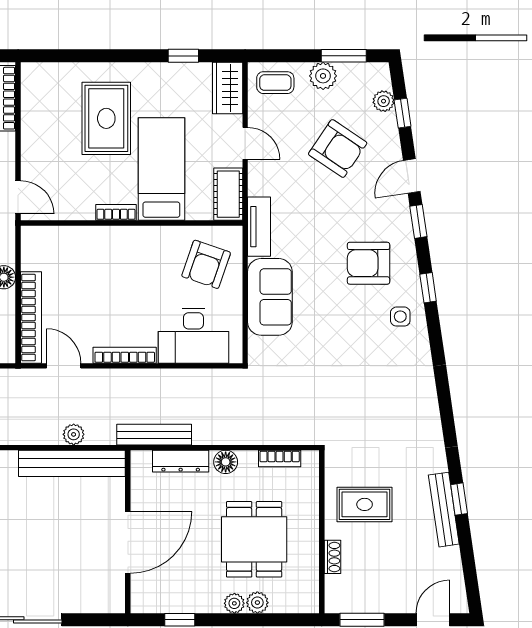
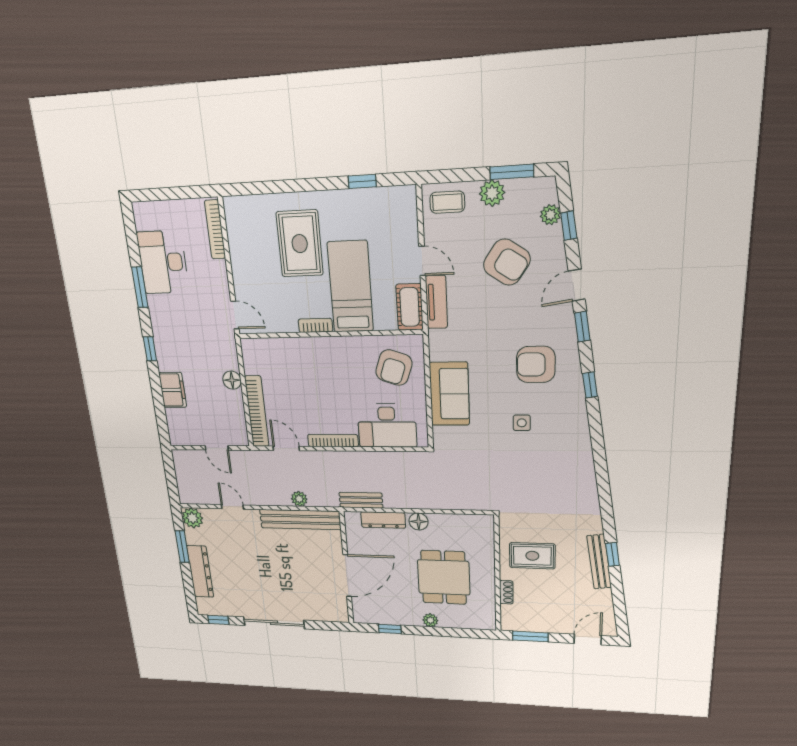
wardrobe: (228, 88) -> (404, 210), removed
tv unit: (259, 227) -> (436, 302), moved
side table: (400, 317) -> (522, 423), moved
bench: (154, 435) -> (361, 500), width x0.73
bookcase: (280, 458) -> (462, 520), removed
plant: (257, 603) -> (448, 621), removed

